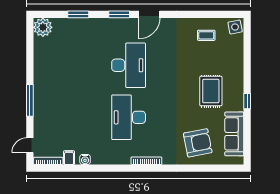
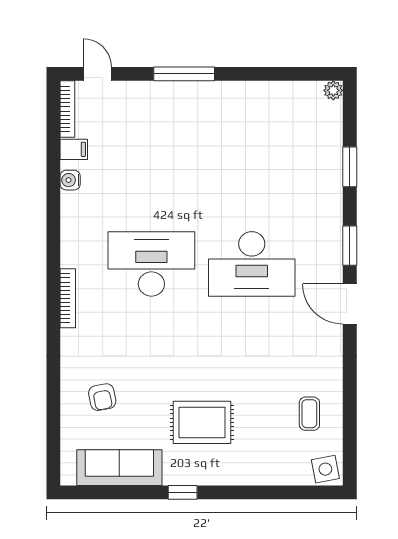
plant: (43, 27) -> (333, 90), width x0.53, depth x0.53
armchair: (198, 143) -> (102, 397), width x0.53, depth x0.53

